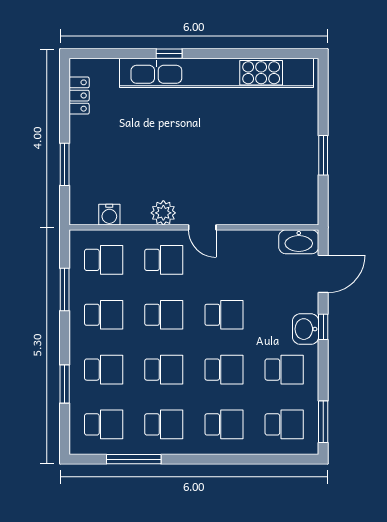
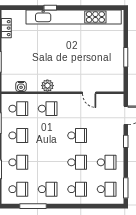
door: (202, 227) -> (89, 93), moved
washbasin: (299, 242) -> (114, 100), removed
school desk: (164, 315) -> (48, 135), removed
washbasin: (306, 329) -> (117, 142), removed
school desk: (164, 370) -> (48, 162), removed

